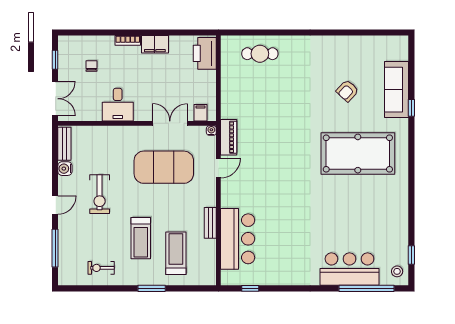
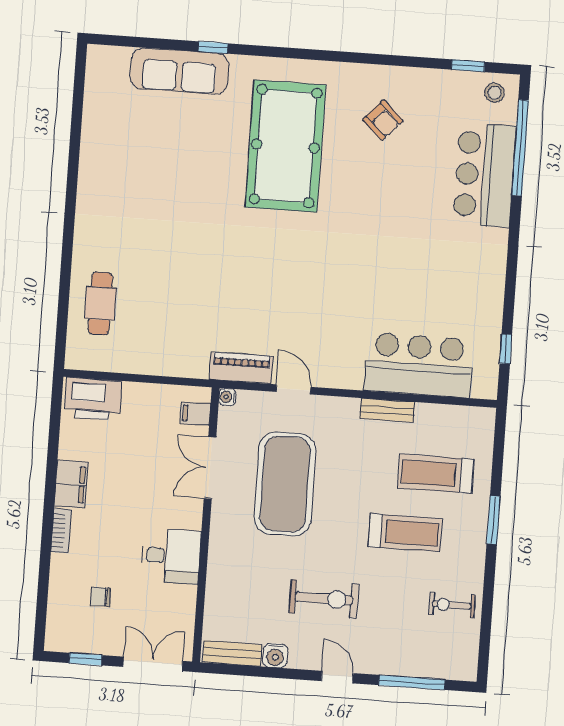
armchair: (347, 91) -> (383, 120), moved
exercise bike: (101, 268) -> (452, 605), turned 90

